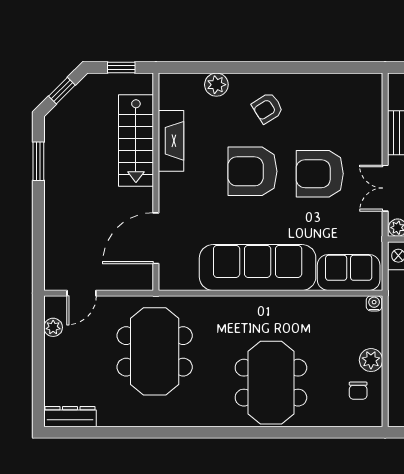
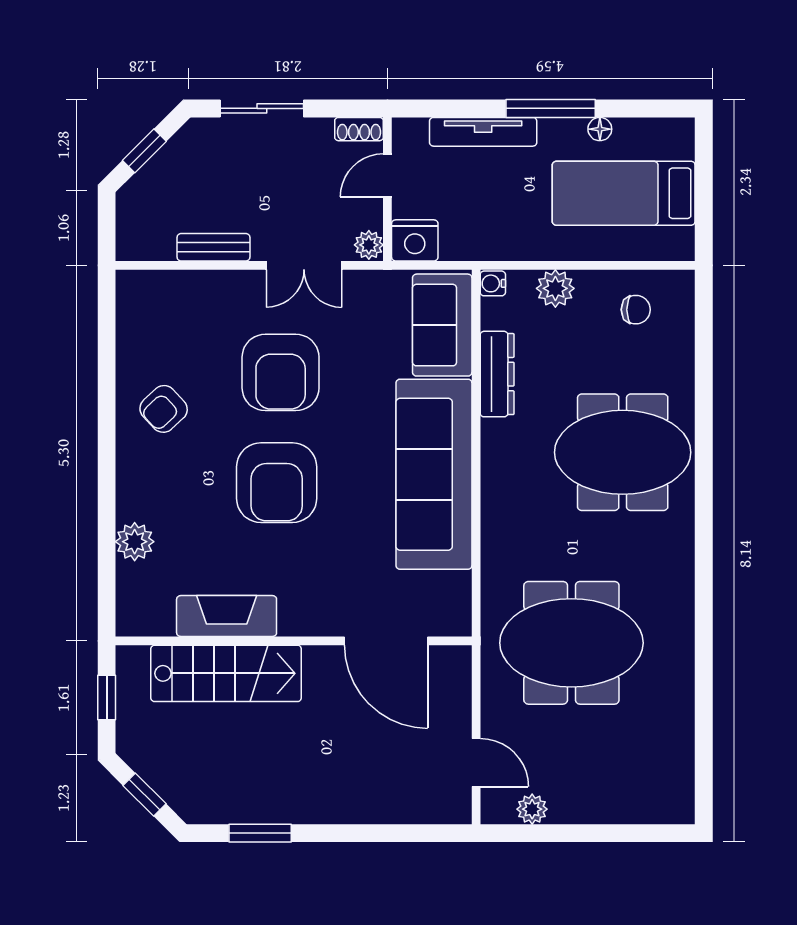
armchair: (267, 108) -> (164, 409), moved, turned 79
plant: (371, 360) -> (555, 288), moved
dresser: (70, 417) -> (497, 374), moved, turned 180

